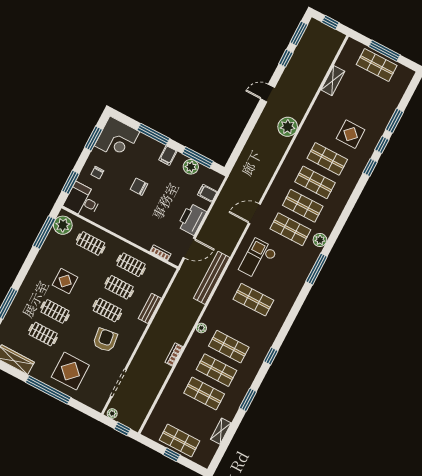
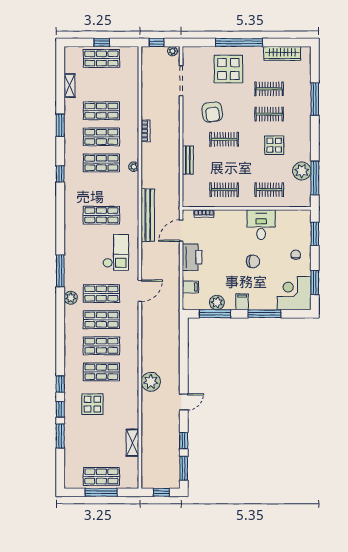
desk: (83, 200) -> (261, 225), moved, turned -90
plant: (63, 225) -> (302, 171), moved
clothes rail: (119, 287) -> (224, 164), removed

